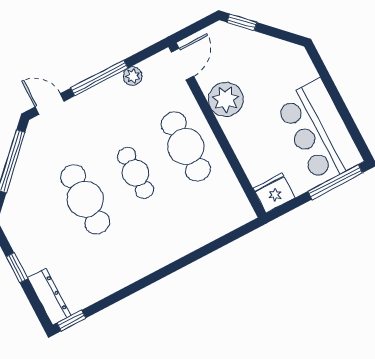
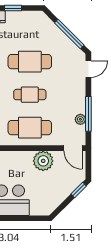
window: (99, 78) -> (88, 114), moved

